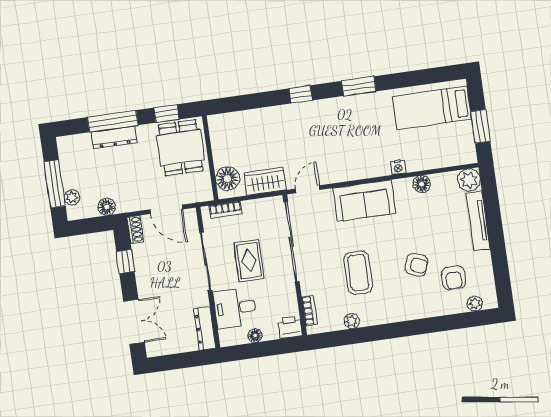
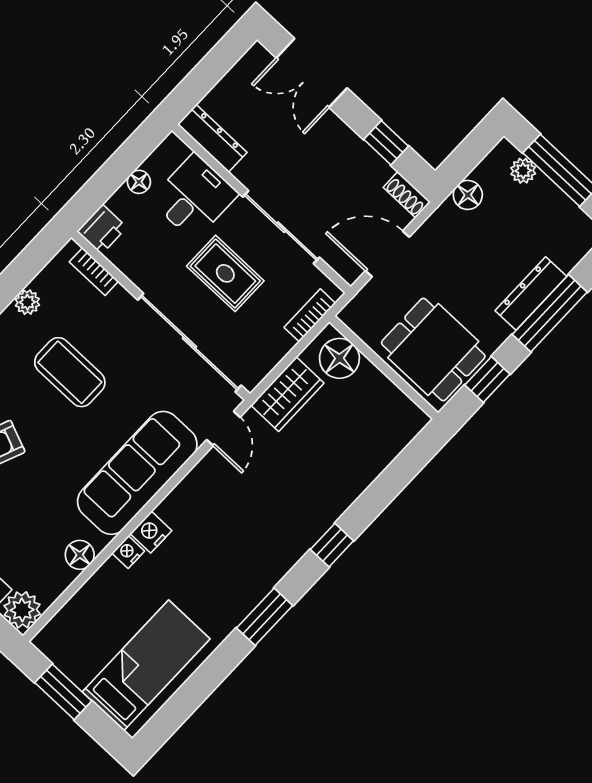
nightstand: (380, 168) -> (151, 532), added
sofa: (364, 201) -> (137, 473), width x1.36

